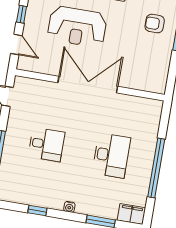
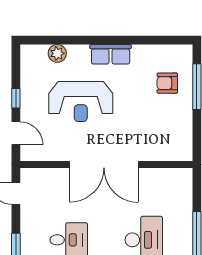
double door: (88, 85) -> (104, 165), swing flipped

